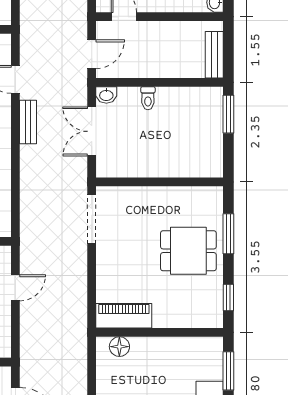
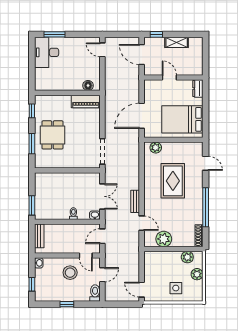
dining table: (188, 251) -> (52, 135), turned 90
door: (15, 288) -> (142, 116), width x1.88
window: (228, 371) -> (32, 73), removed

